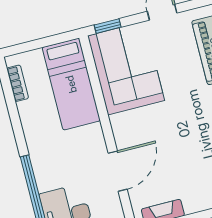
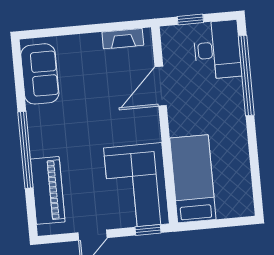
bookcase: (18, 83) -> (245, 188), removed

